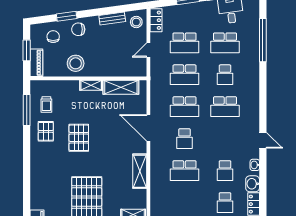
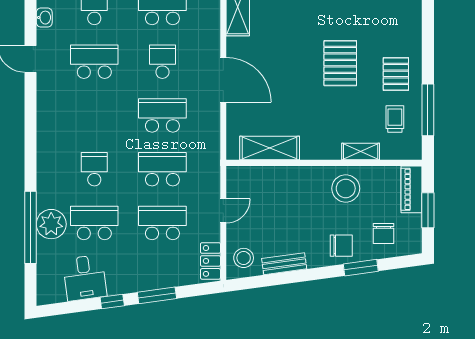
plant: (251, 42) -> (51, 224), added
shelving: (91, 85) -> (361, 152), moved
school desk: (225, 107) -> (94, 62), moved

